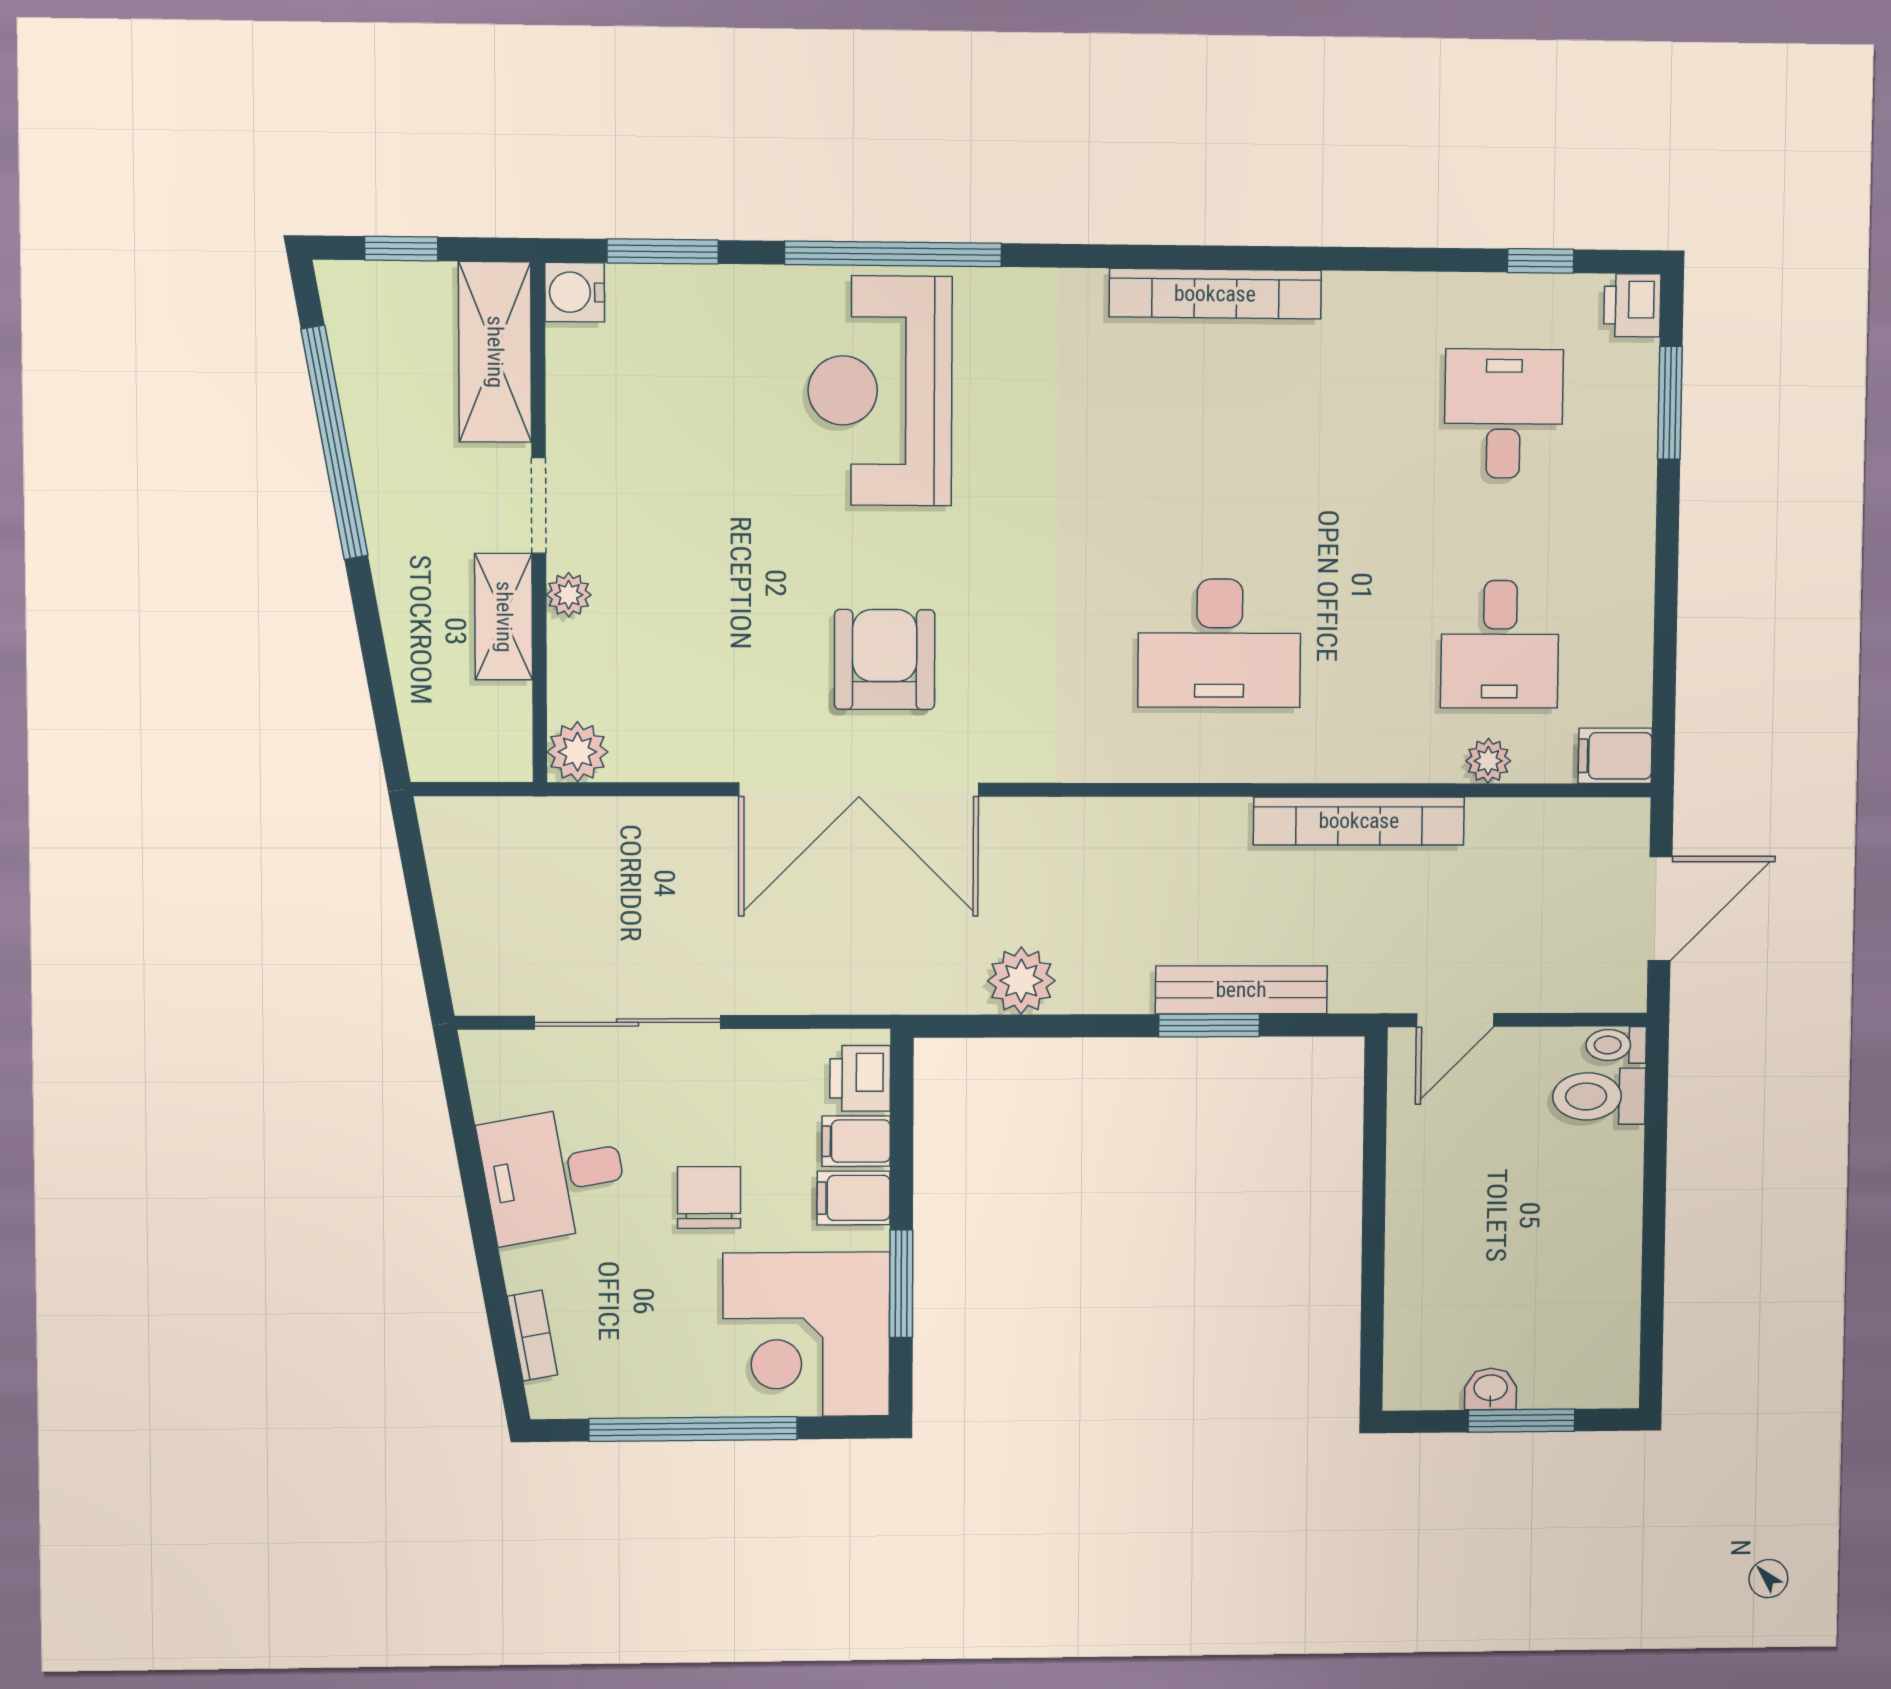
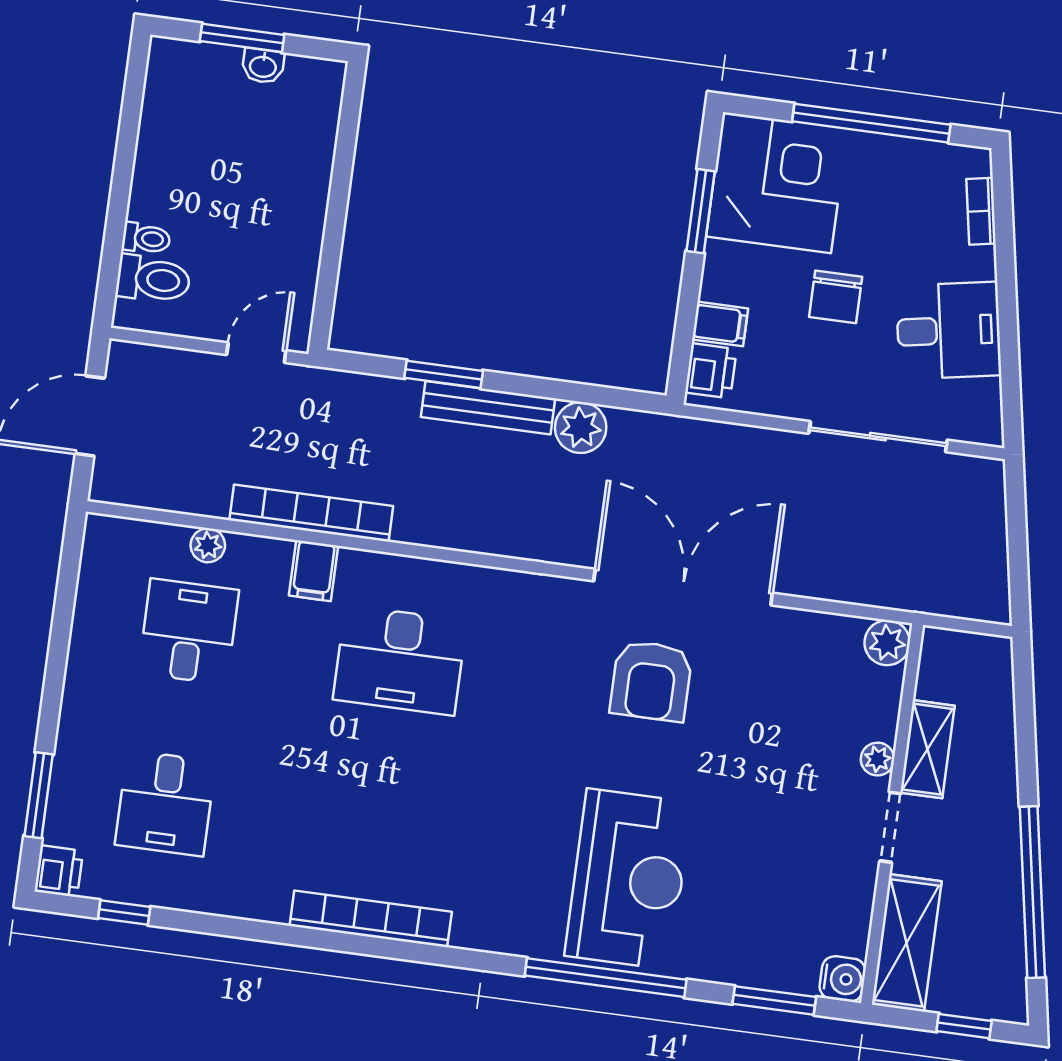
desk: (1219, 643) -> (400, 660), turned 180
filing cabinet: (1615, 756) -> (314, 571), moved, turned 90
bench: (1241, 990) -> (488, 408), moved
toilet: (1616, 1045) -> (146, 238), moved
filing cabinet: (854, 1198) -> (728, 281), removed

